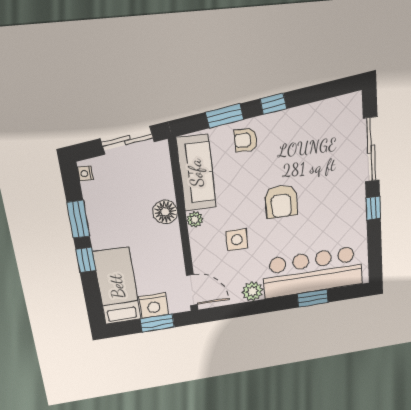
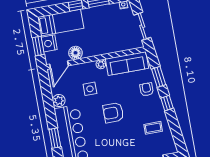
coffee table: (314, 133) -> (153, 128), added
floor lamp: (165, 212) -> (76, 53), moved

